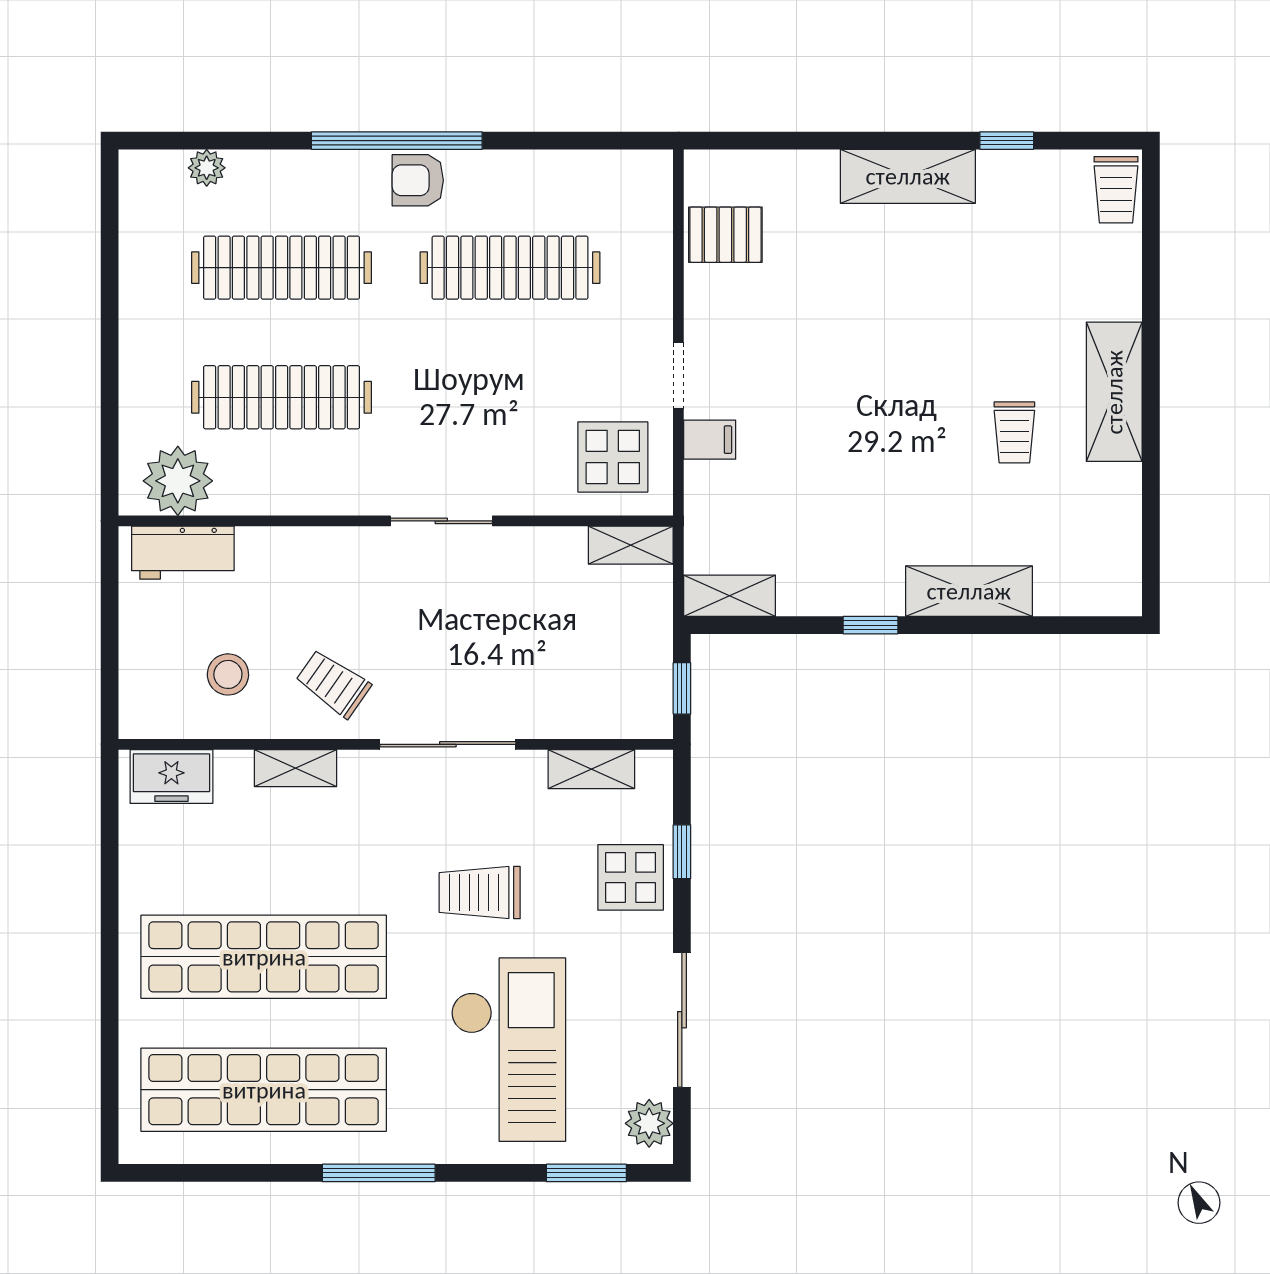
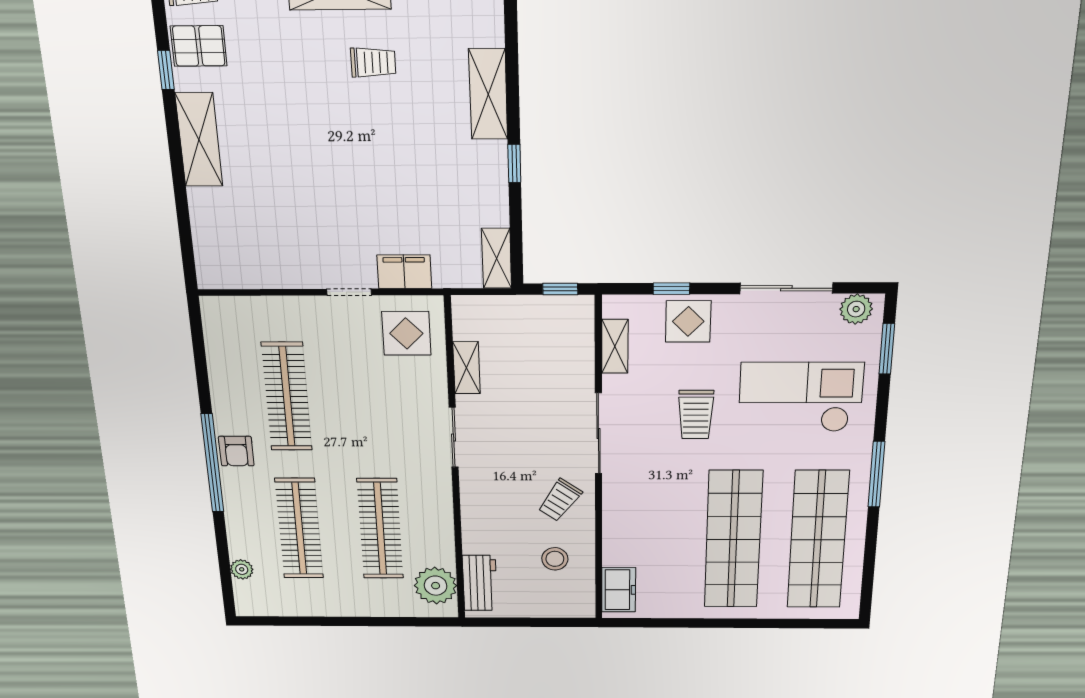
pallet: (725, 235) -> (199, 46), moved, turned 90
filing cabinet: (710, 440) -> (404, 272), width x2.00
shelving: (631, 545) -> (466, 368), moved
shelving: (296, 768) -> (614, 521), removed

